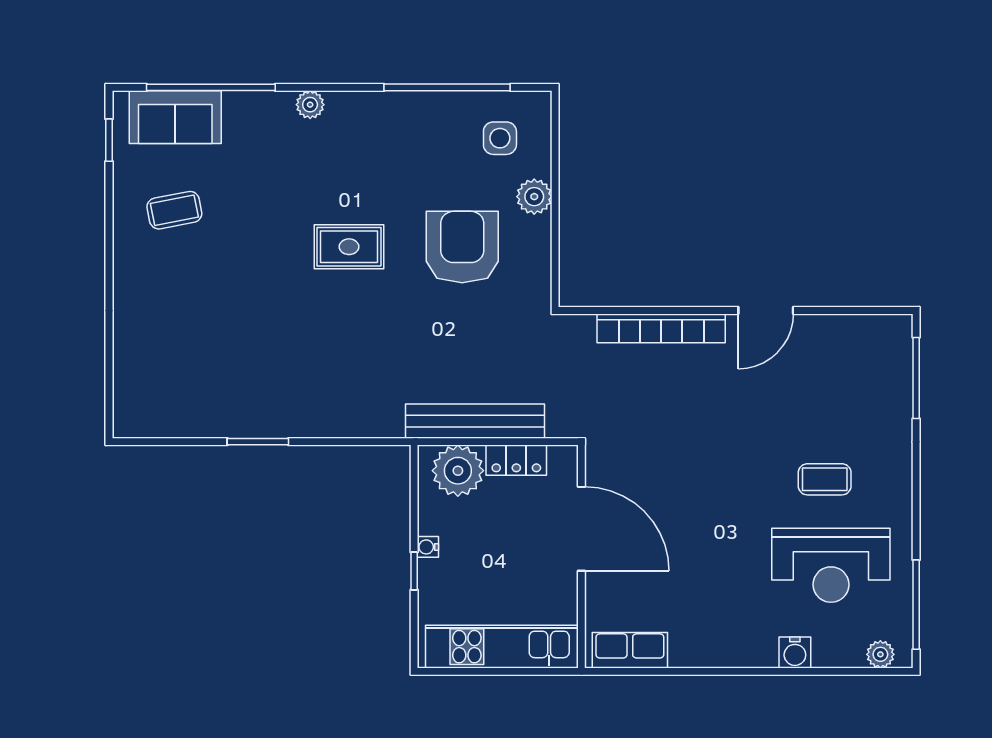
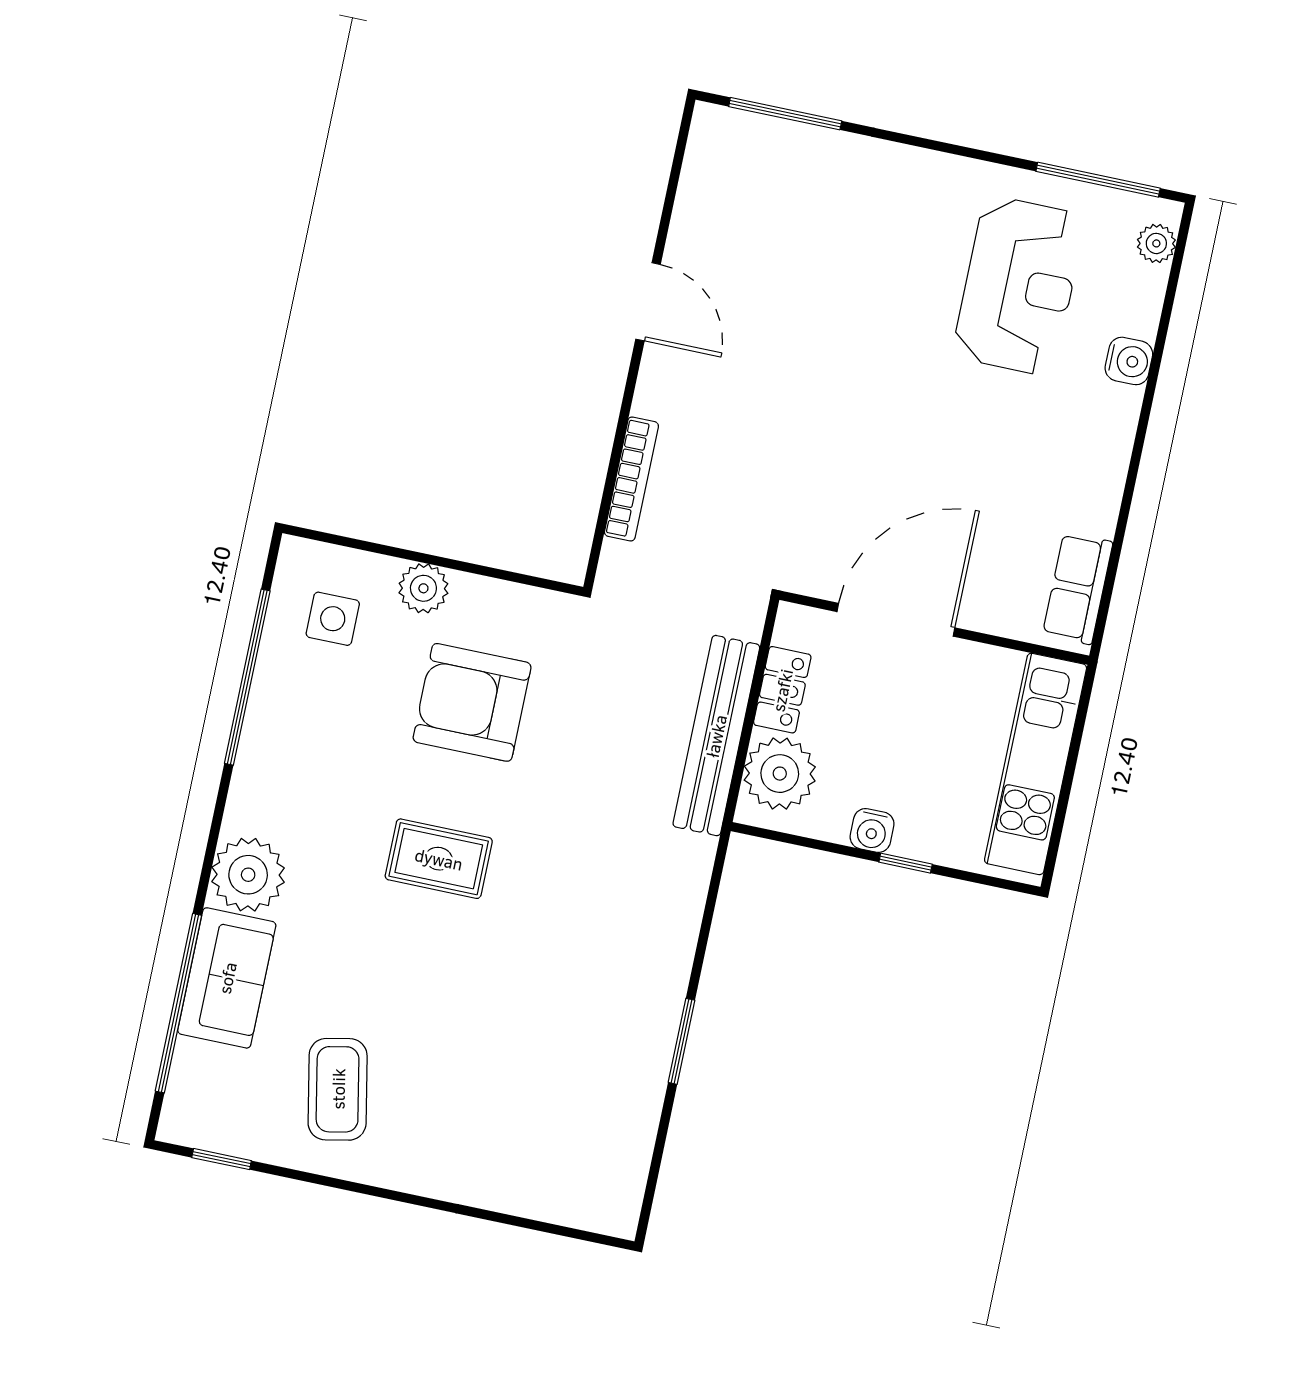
plant: (310, 105) -> (248, 875), width x1.87, depth x1.87
sofa: (175, 117) -> (227, 978), moved
coffee table: (174, 210) -> (338, 1089), width x1.36, depth x1.30
rug: (349, 247) -> (439, 859), turned 90
bookcase: (661, 328) -> (631, 479), width x0.68, depth x0.76
coffee table: (825, 479) -> (898, 270), removed
water cooler: (428, 547) -> (872, 830), width x1.38, depth x1.38

